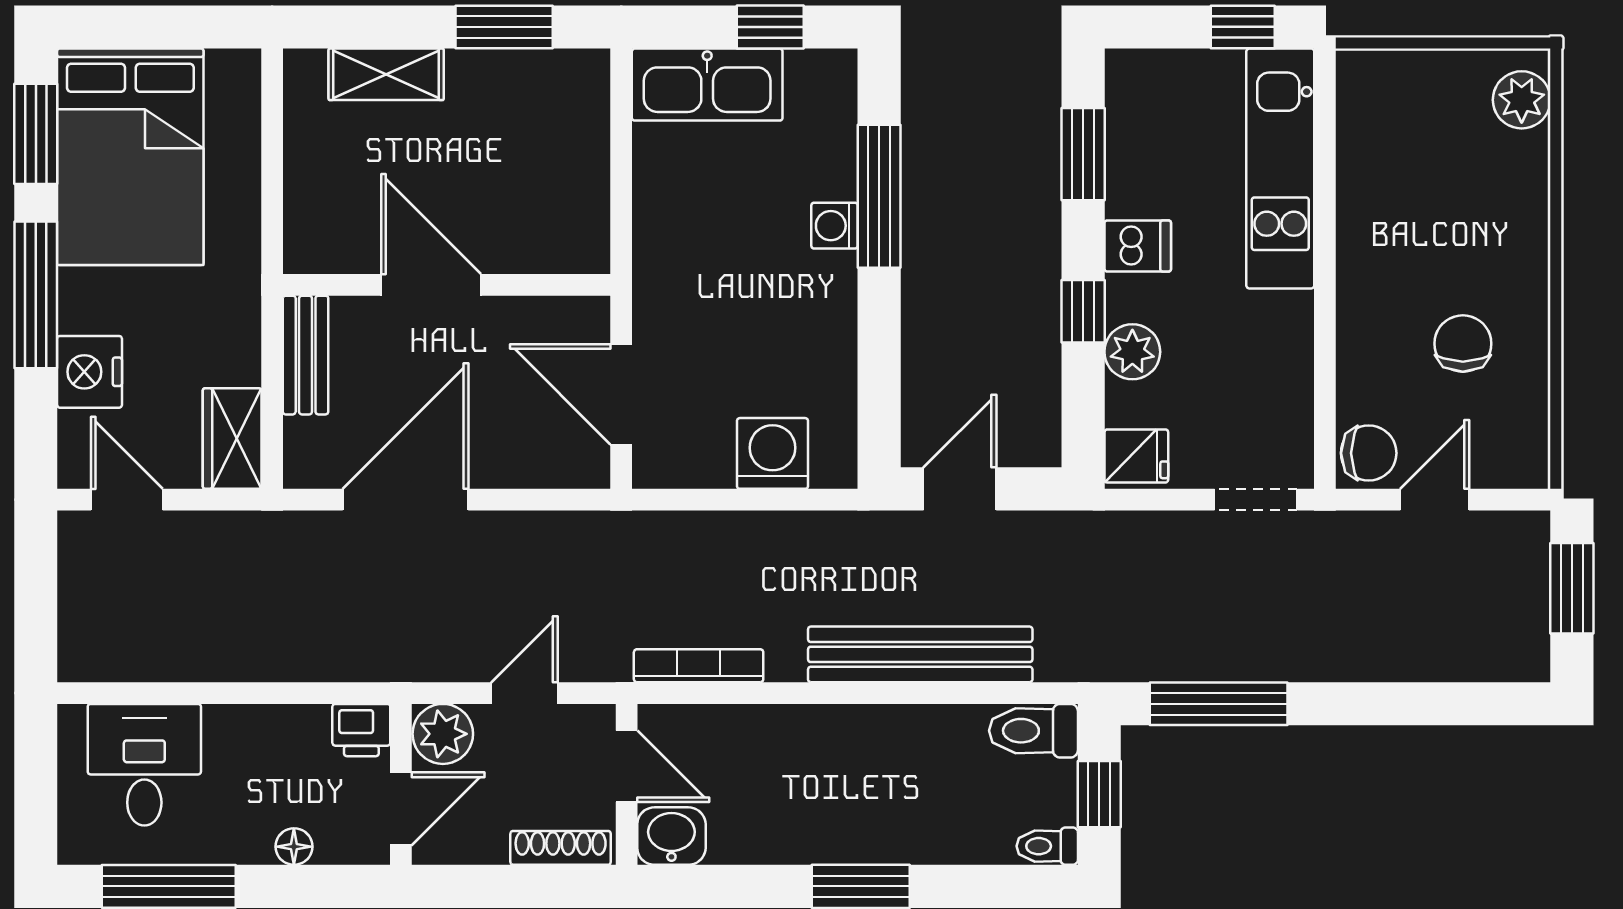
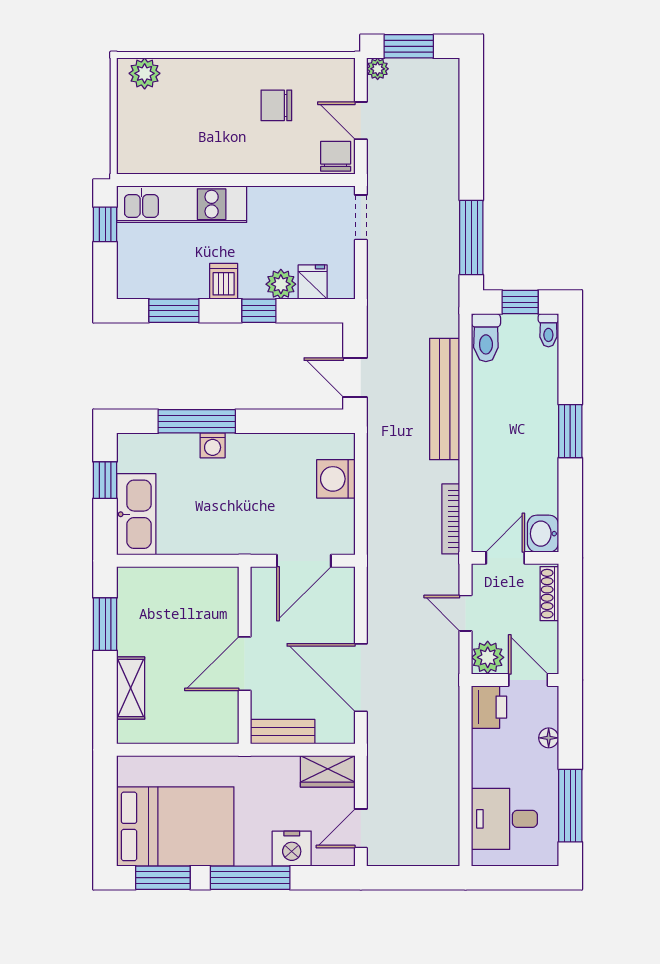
fridge: (1136, 456) -> (313, 282), moved
plant: (1530, 531) -> (378, 69), added
printer: (361, 730) -> (489, 707), width x1.36, depth x1.24

